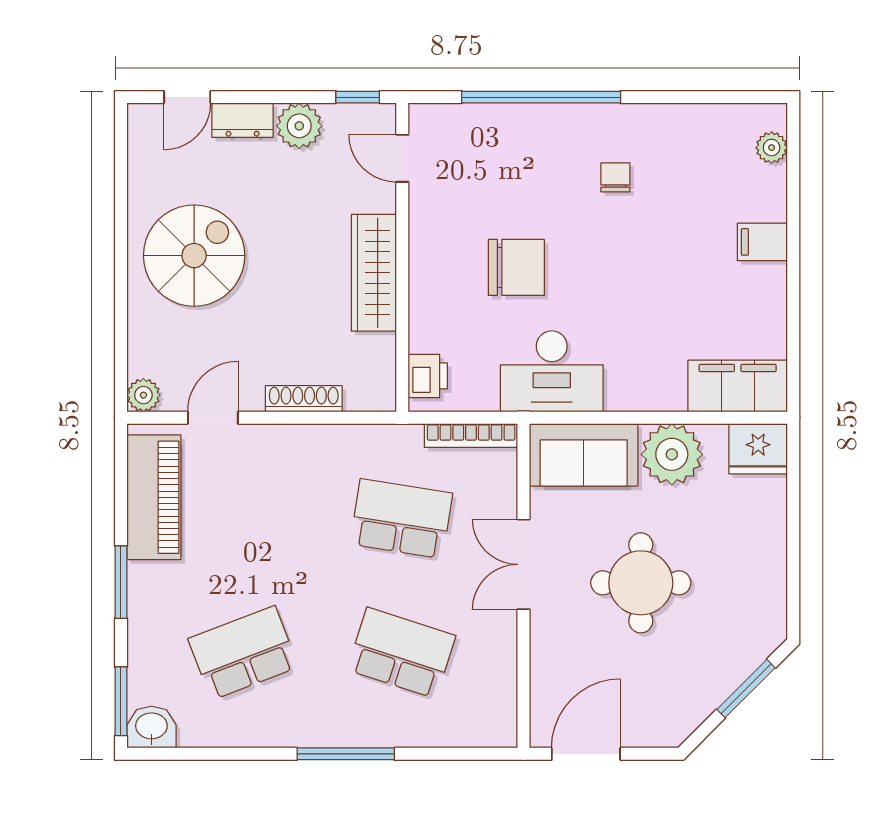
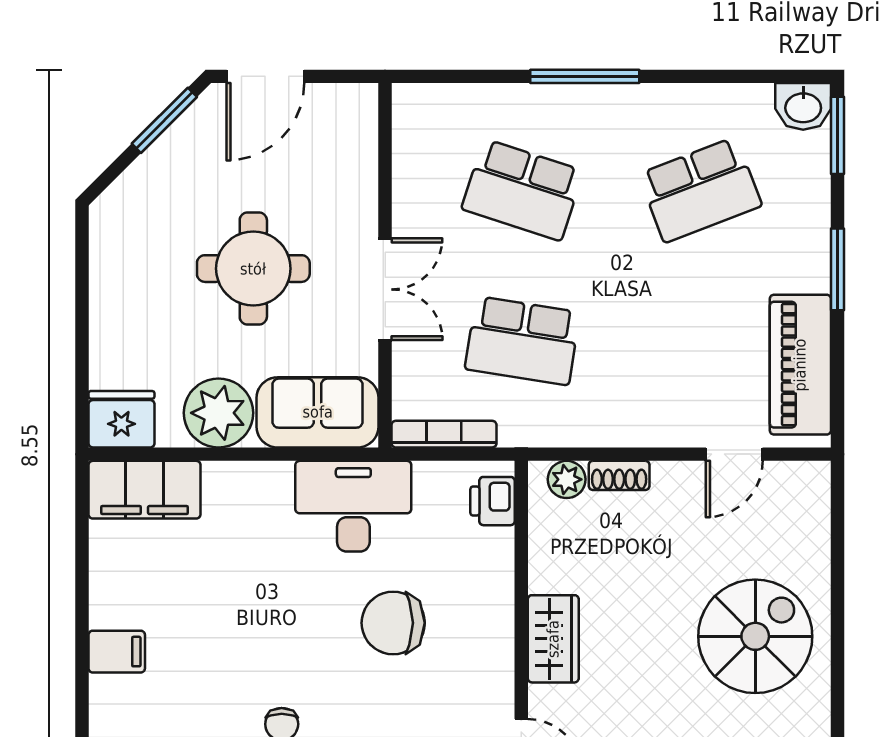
spiral stairs: (194, 256) -> (755, 636), turned 180
wardrobe: (374, 273) -> (553, 639), width x0.67
plant: (143, 395) -> (567, 479), moved
shoe rack: (304, 399) -> (619, 475), width x0.70
window: (746, 689) -> (164, 120), moved
door: (586, 754) -> (265, 76), moved

